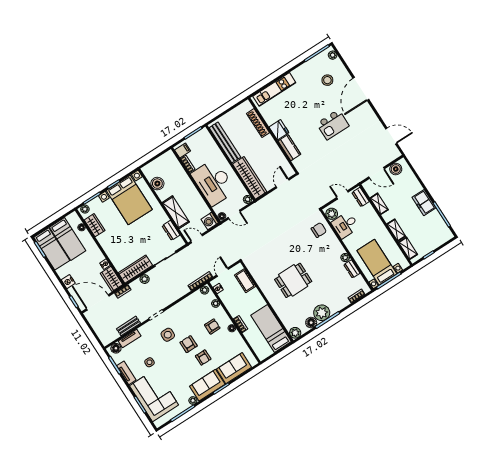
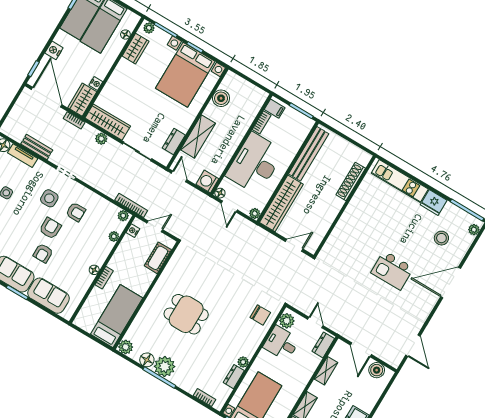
fridge: (279, 130) -> (434, 202), moved, turned 90
kitchen counter: (289, 148) -> (340, 233), removed
armchair: (212, 326) -> (76, 212), moved

